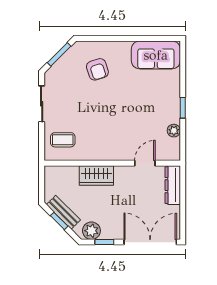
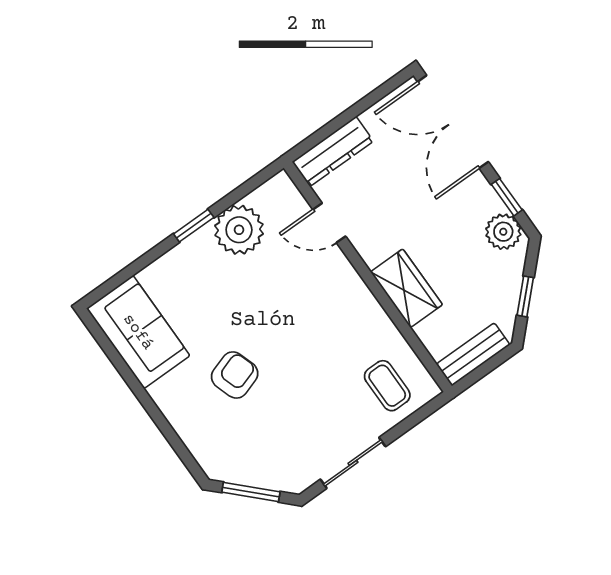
armchair: (97, 69) -> (235, 375), moved
plant: (174, 131) -> (239, 230), width x1.87, depth x1.87
bench: (63, 212) -> (473, 354), moved, turned 45

